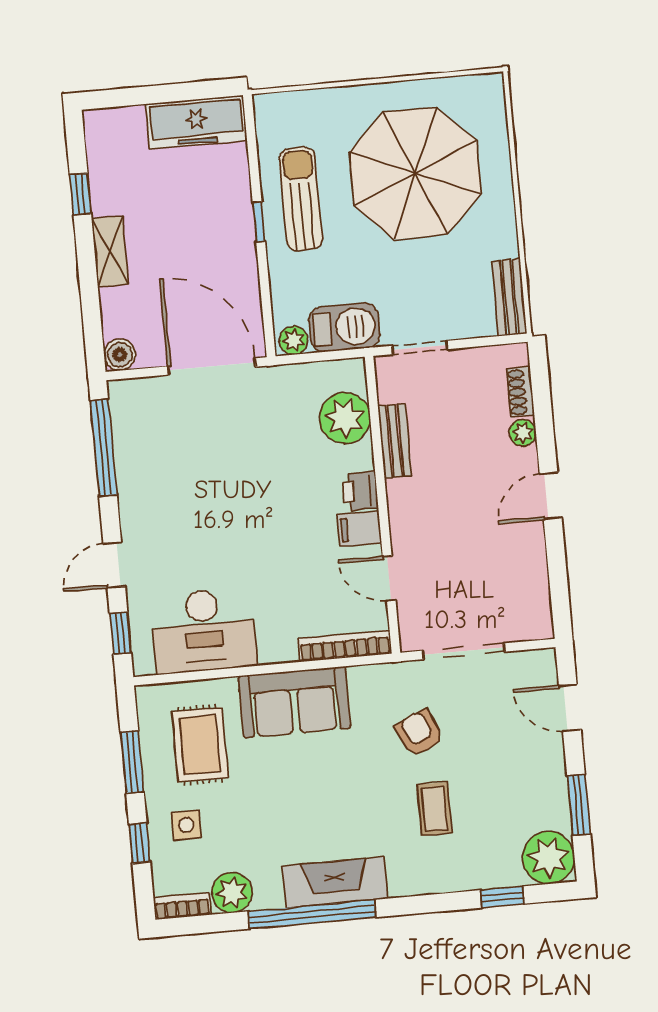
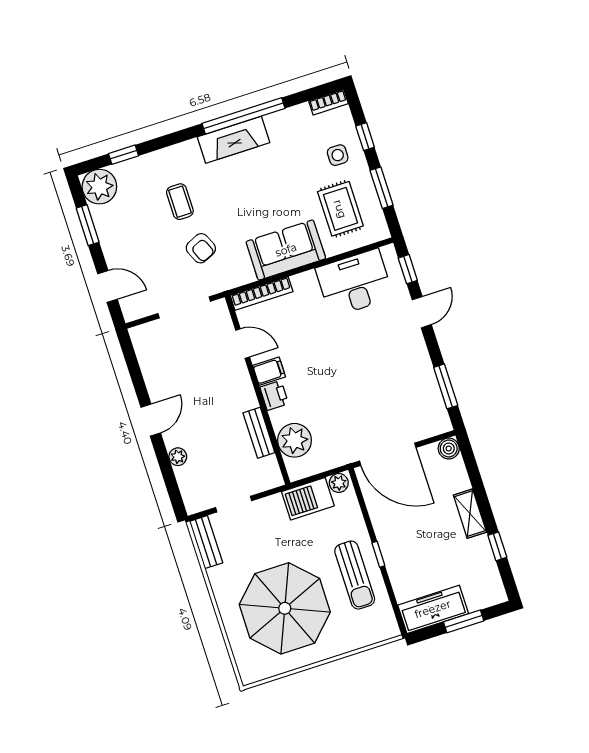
window: (155, 94) -> (464, 621), added
doorway: (420, 347) -> (234, 504), moved
shoe rack: (520, 392) -> (185, 483), removed
window: (104, 448) -> (446, 386), width x0.69
plant: (232, 893) -> (298, 118), removed

